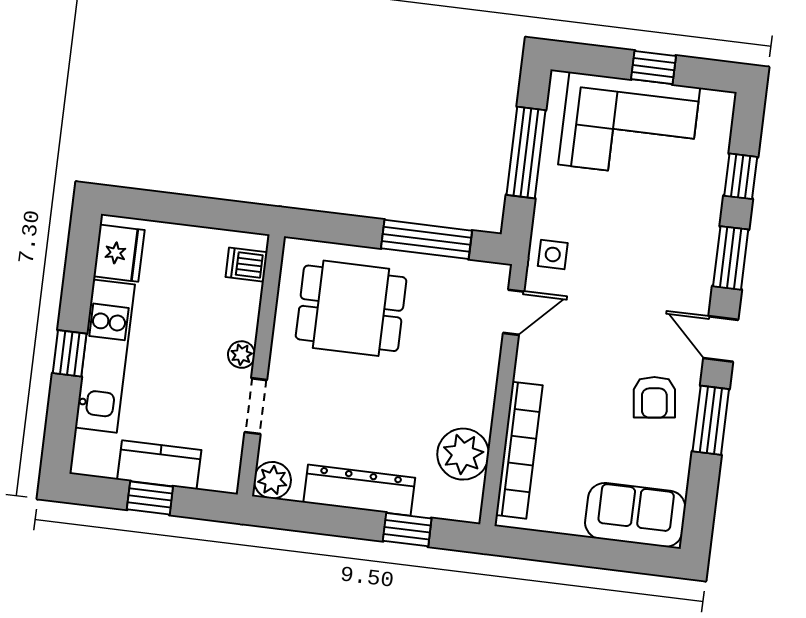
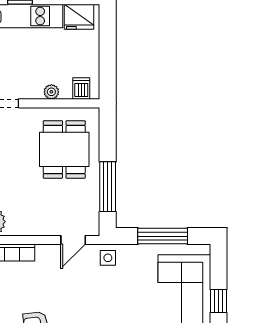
door: (514, 312) -> (73, 240), hinge flipped
plant: (241, 355) -> (51, 92), moved

